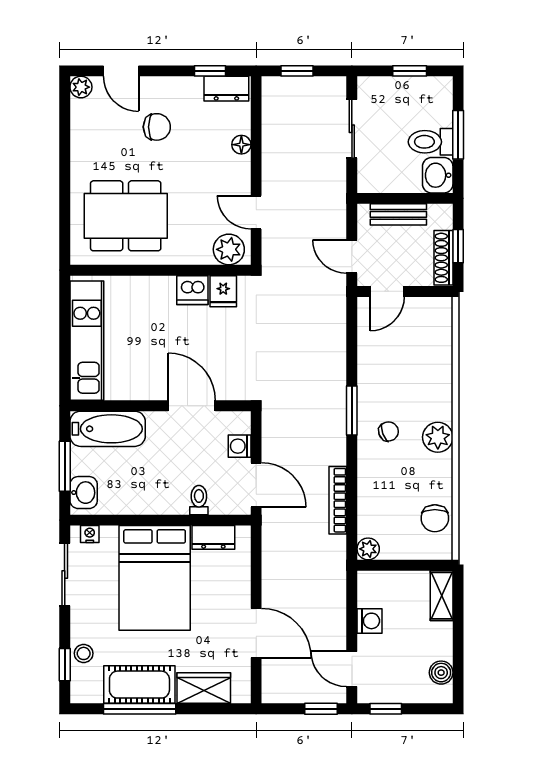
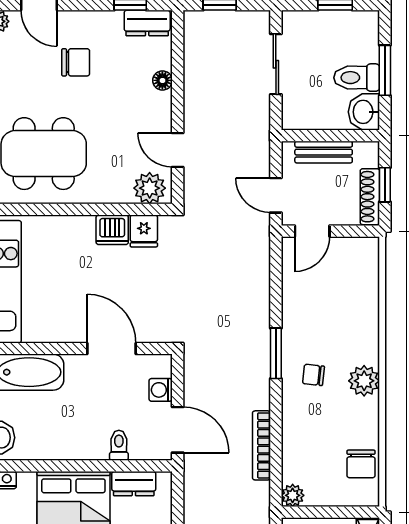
chair: (388, 431) -> (313, 375), turned -153

